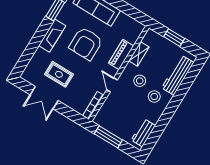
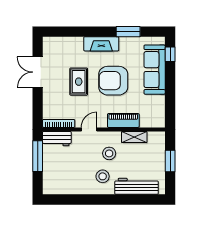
rug: (59, 74) -> (79, 82), moved
workbench: (143, 133) -> (57, 139), moved, turned 180

